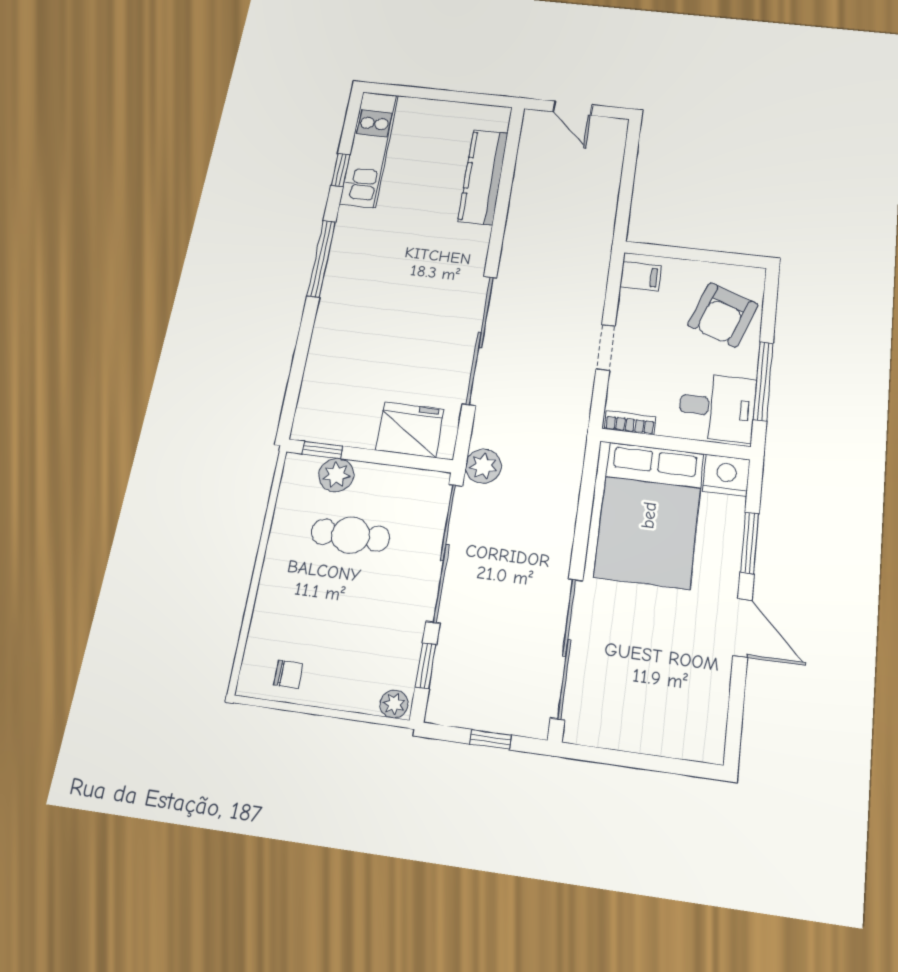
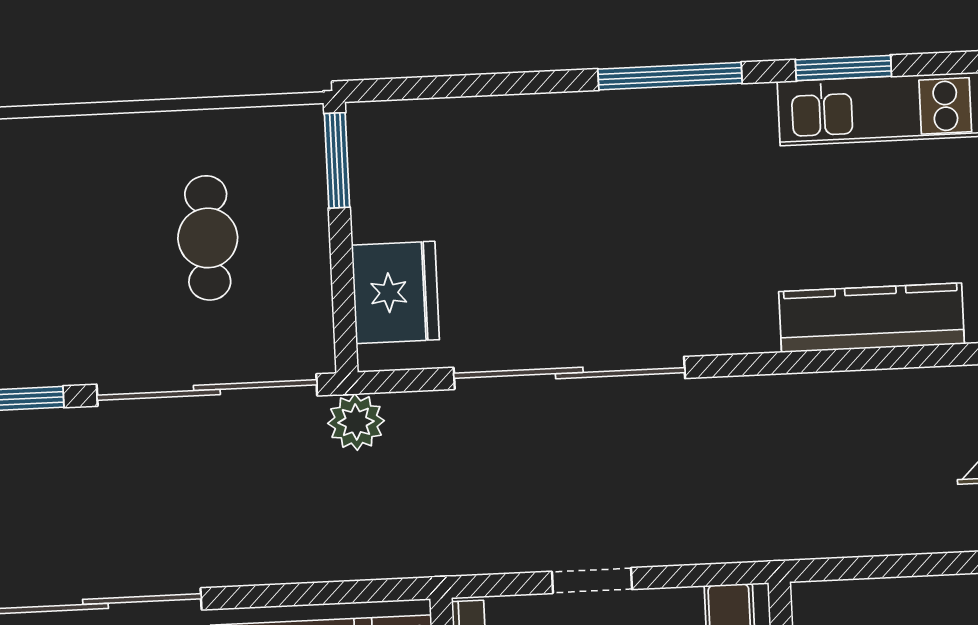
window: (340, 170) -> (843, 68), width x1.50
window: (323, 450) -> (337, 160), width x1.50
plant: (336, 475) -> (300, 192), removed

